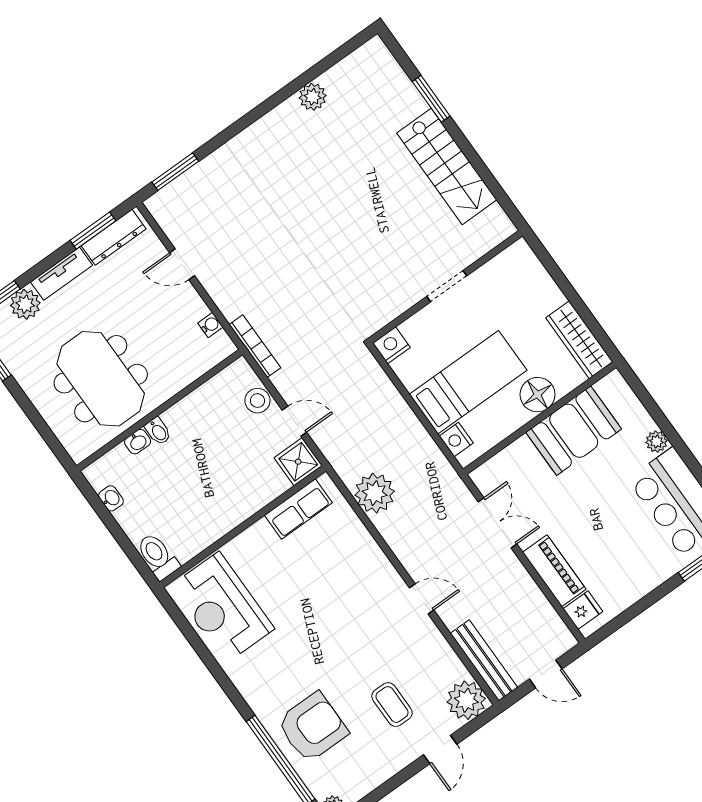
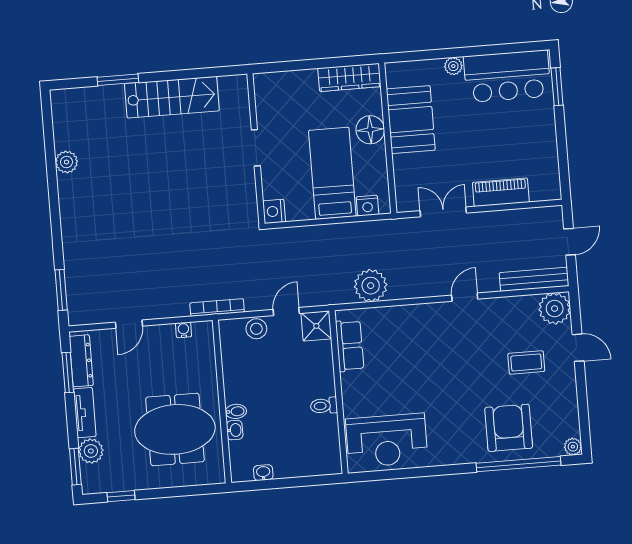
toilet: (158, 556) -> (324, 406), moved, width x0.73, depth x0.72
fridge: (583, 610) -> (541, 189), removed

